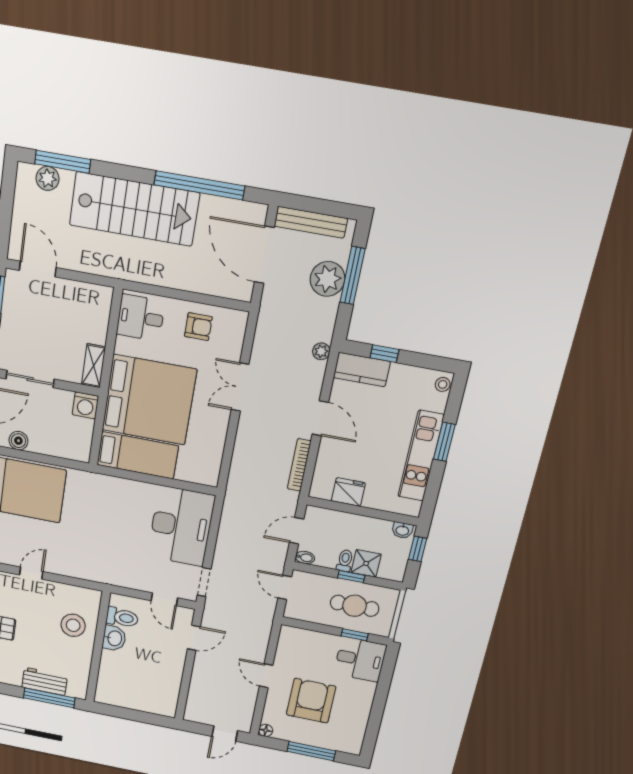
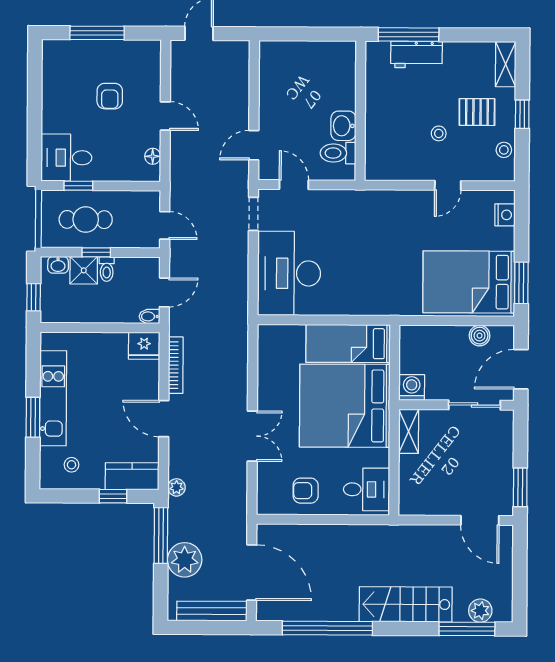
stairs: (134, 209) -> (406, 604), width x0.73, depth x0.66
window: (353, 276) -> (161, 536), moved
stool: (443, 384) -> (71, 465), moved
fridge: (348, 492) -> (144, 346), moved
washbasin: (402, 530) -> (58, 265), moved, turned 180
bidet: (305, 557) -> (149, 316), moved
stool: (73, 625) -> (439, 133), moved, width x0.53, depth x0.53
armchair: (311, 701) -> (110, 96), width x0.53, depth x0.53
floor lamp: (266, 730) -> (153, 156), moved

